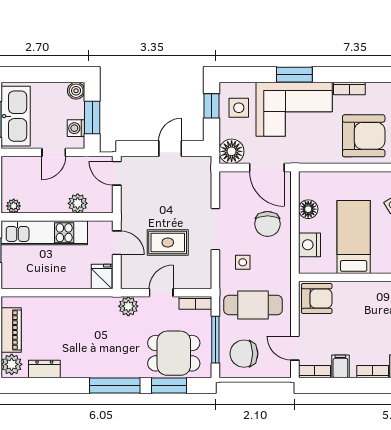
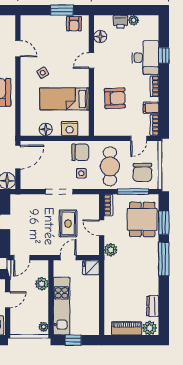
door: (54, 152) -> (8, 300), hinge flipped
chair: (268, 224) -> (80, 152), moved
armchair: (317, 299) -> (115, 98), moved, turned 88

